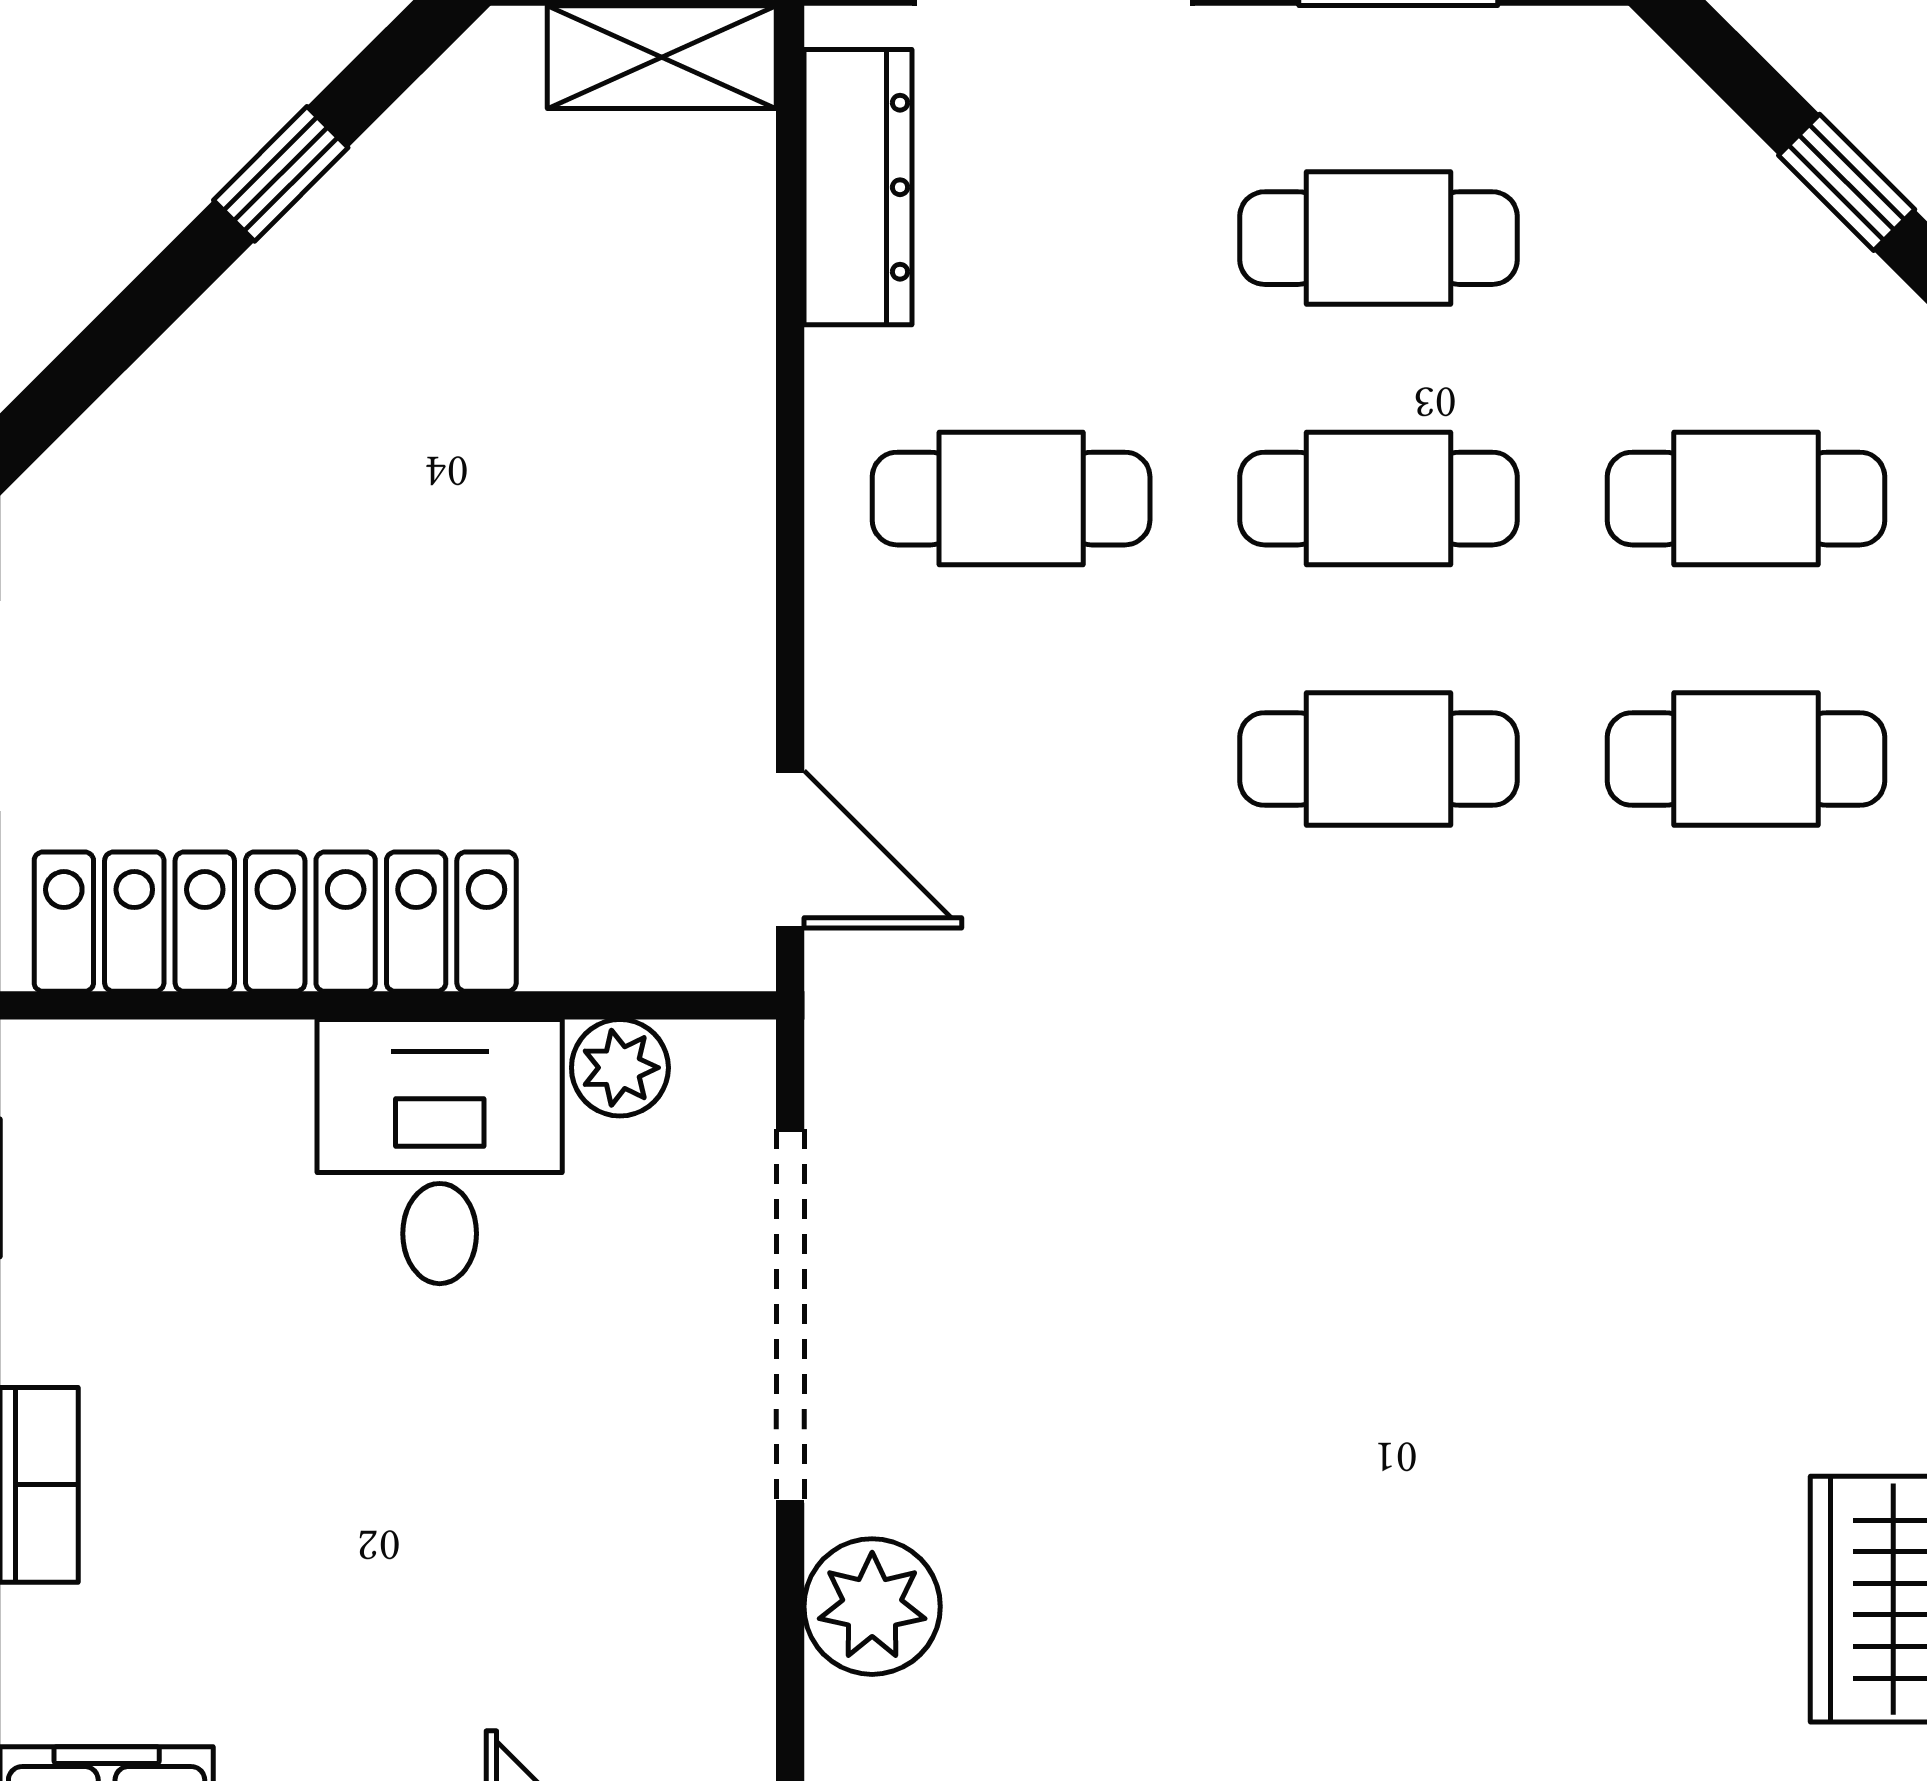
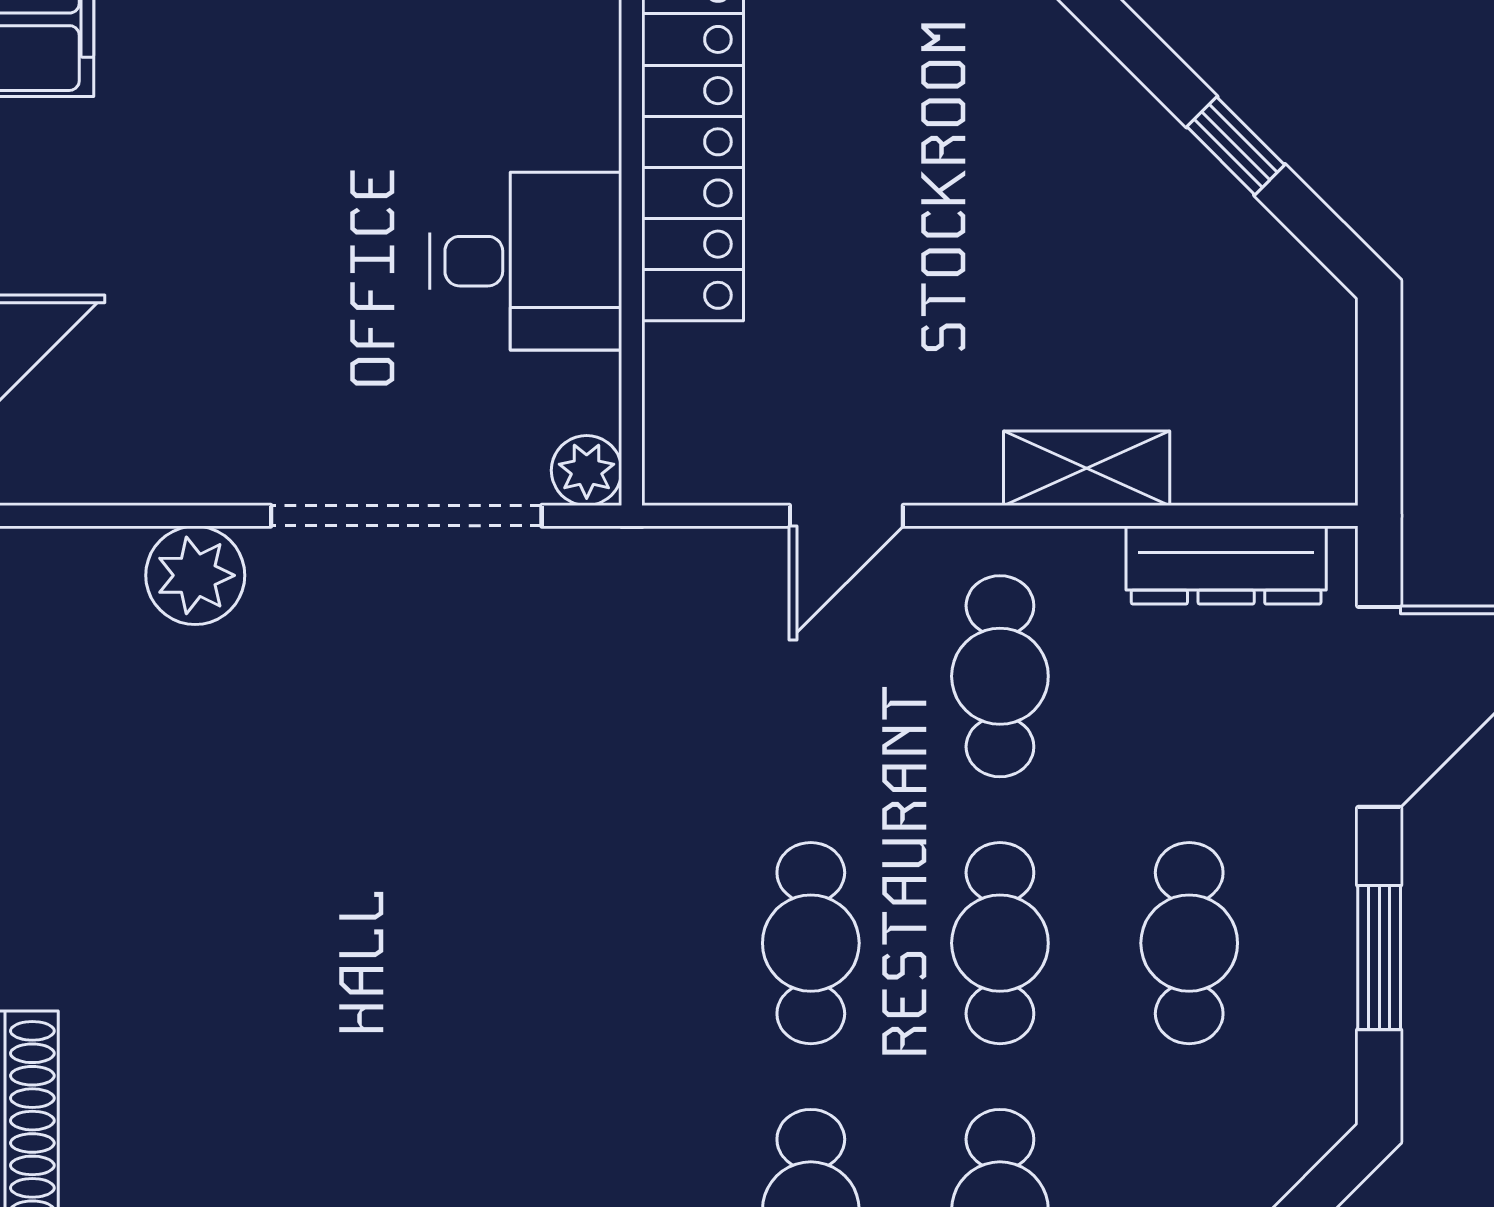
shelving: (662, 57) -> (1087, 468), moved, turned 90
door: (790, 849) -> (846, 516), moved
plant: (620, 1068) -> (587, 470), moved

